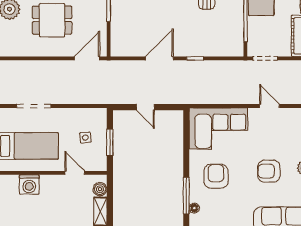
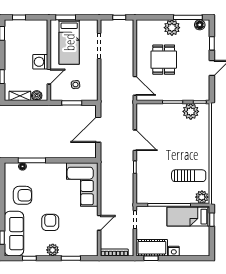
door: (145, 107) -> (98, 130), width x1.87
armchair: (216, 176) -> (23, 195), moved
washing machine: (29, 185) -> (40, 62), moved

